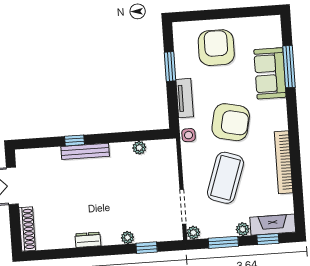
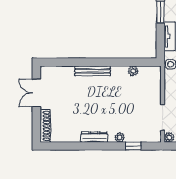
window: (75, 140) -> (85, 62), removed
dresser: (88, 240) -> (94, 137), width x1.44

